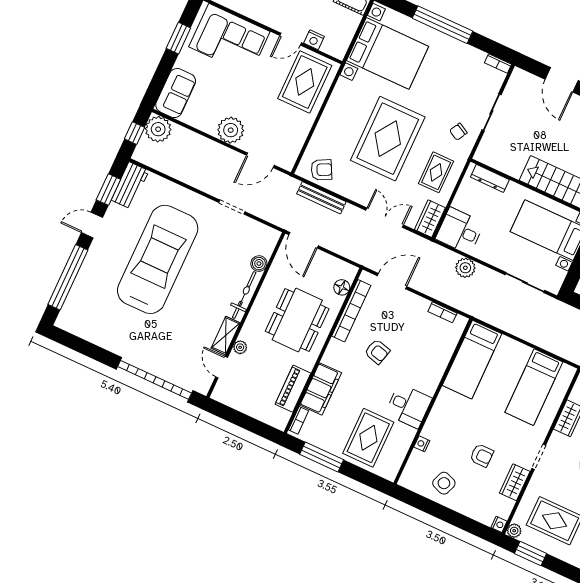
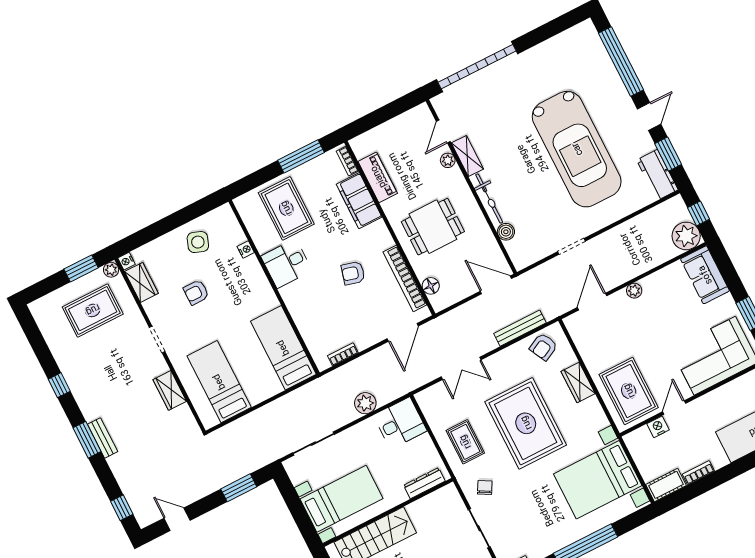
plant: (231, 130) -> (634, 291), width x0.53, depth x0.53
wardrobe: (430, 219) -> (578, 383), moved, turned 180
dining table: (297, 320) -> (433, 227), width x0.73
door: (222, 367) -> (443, 132), swing flipped
wardrobe: (515, 482) -> (141, 282), moved

